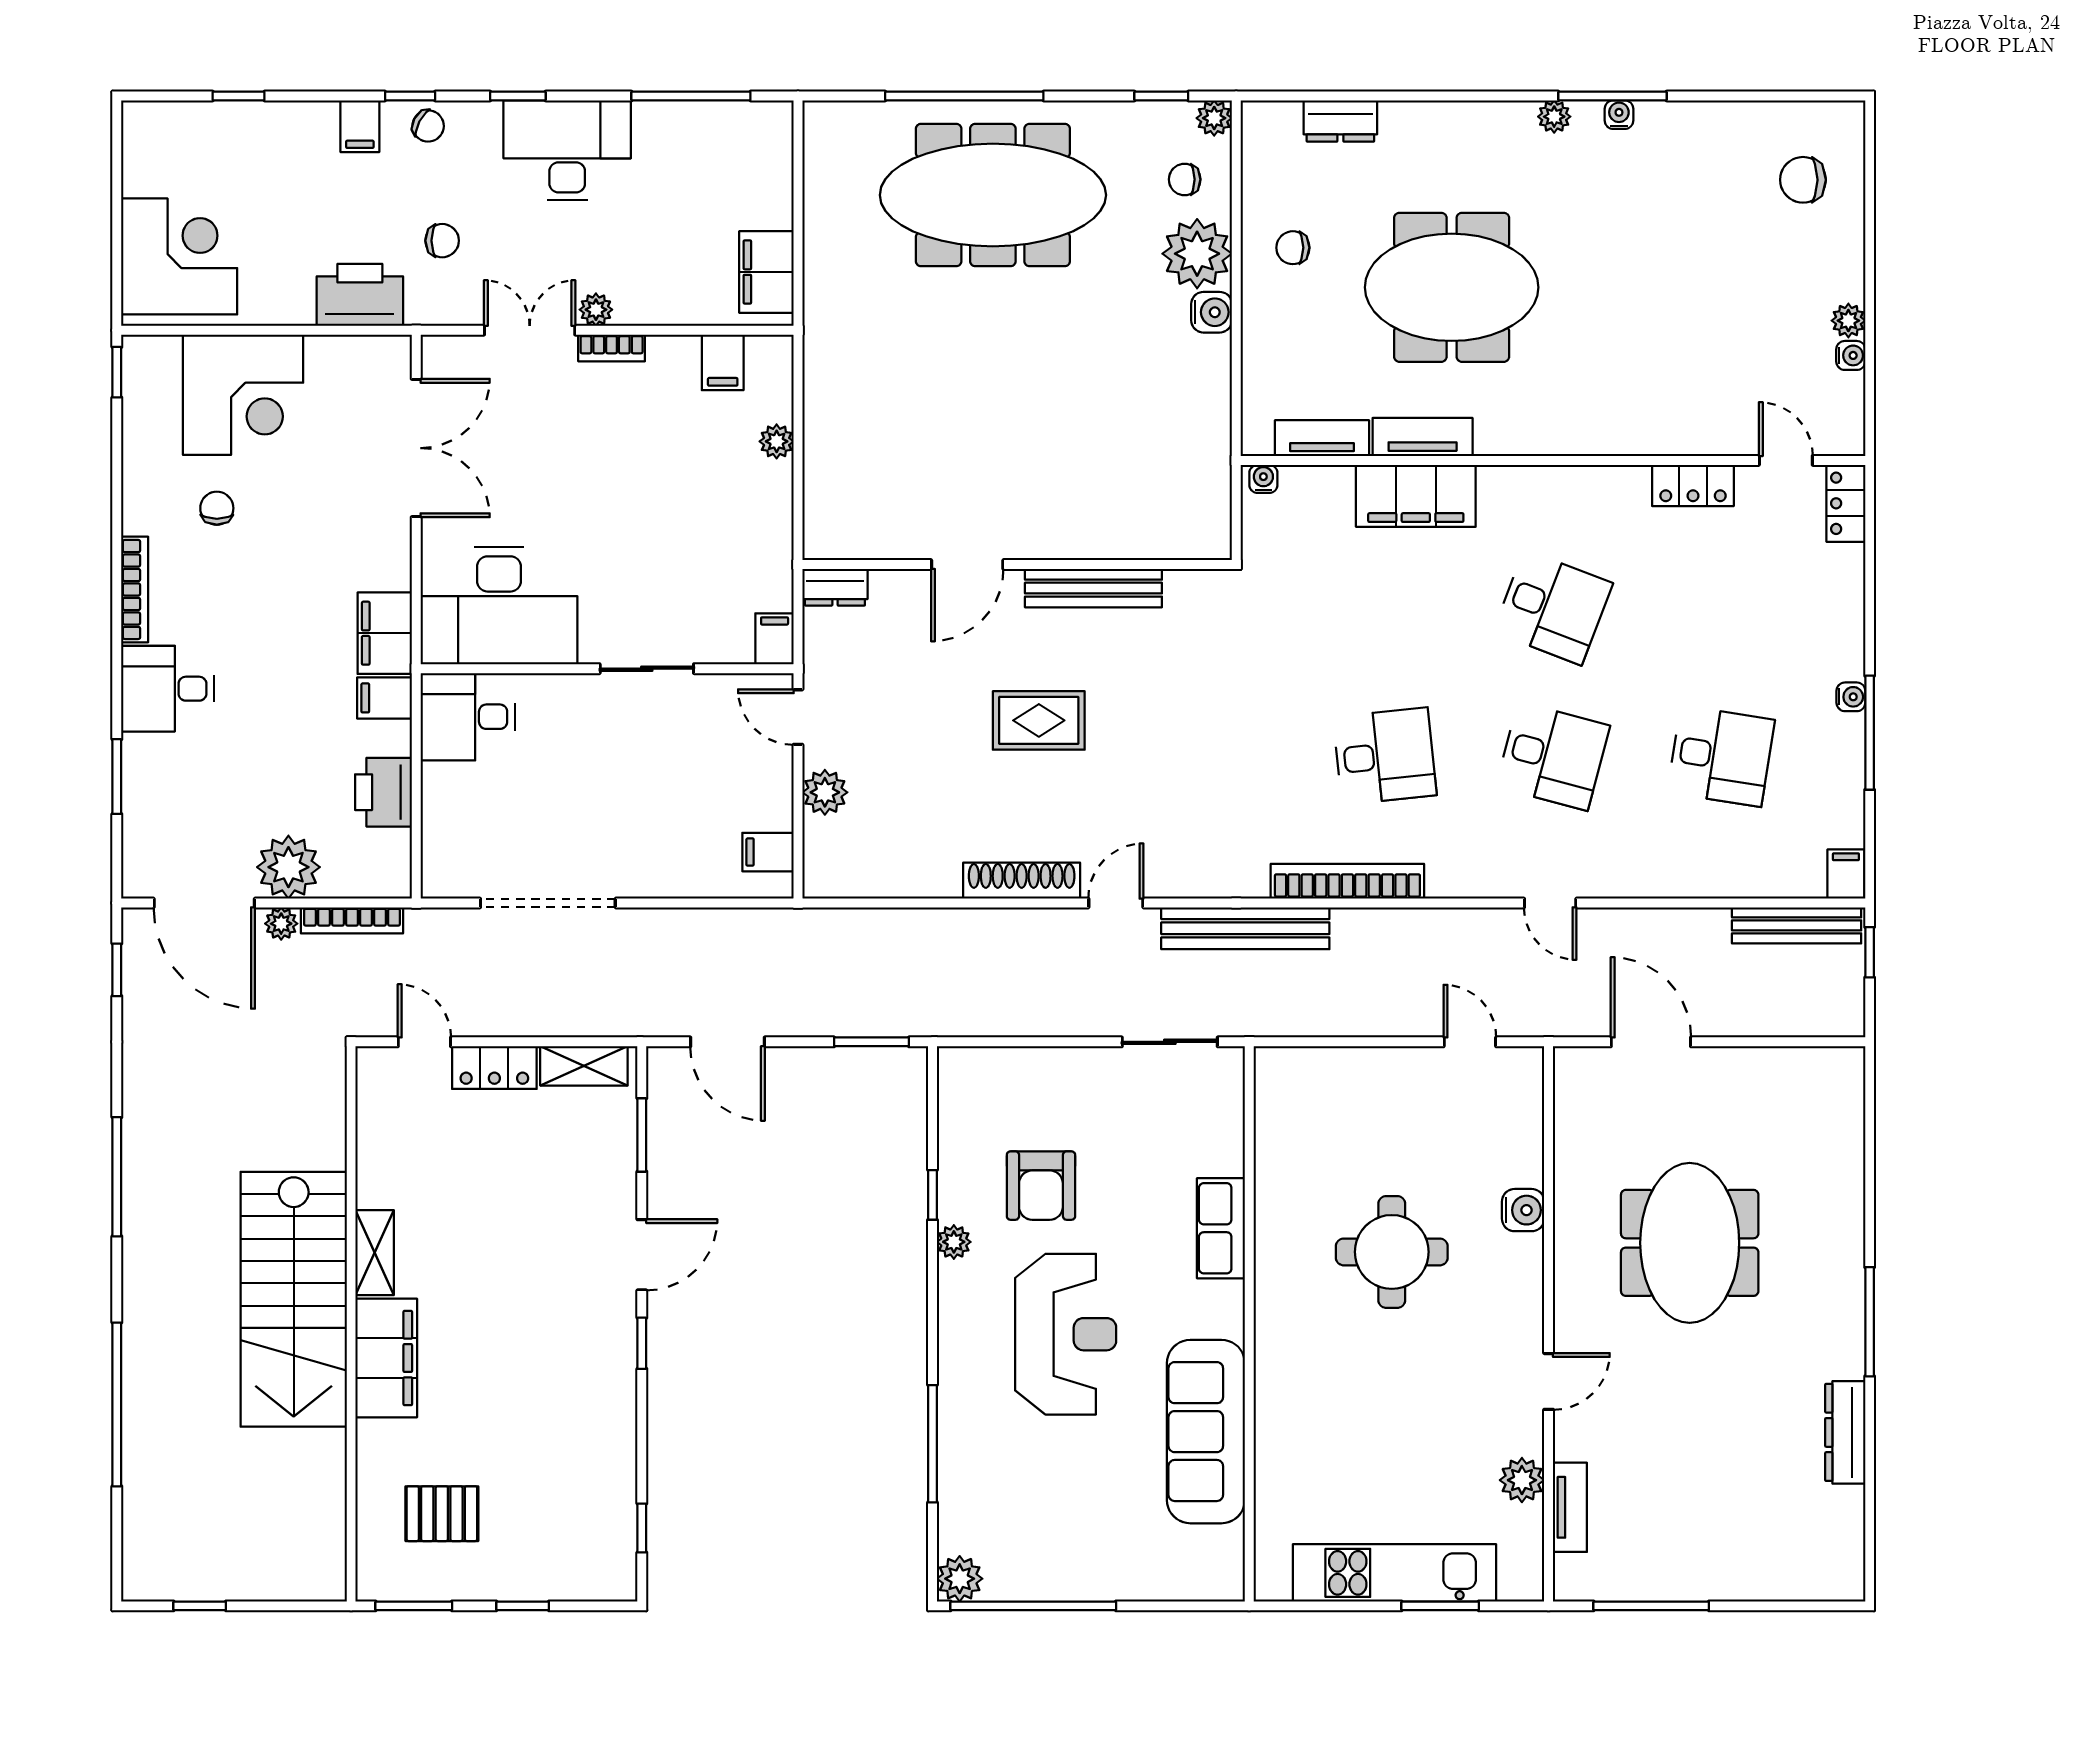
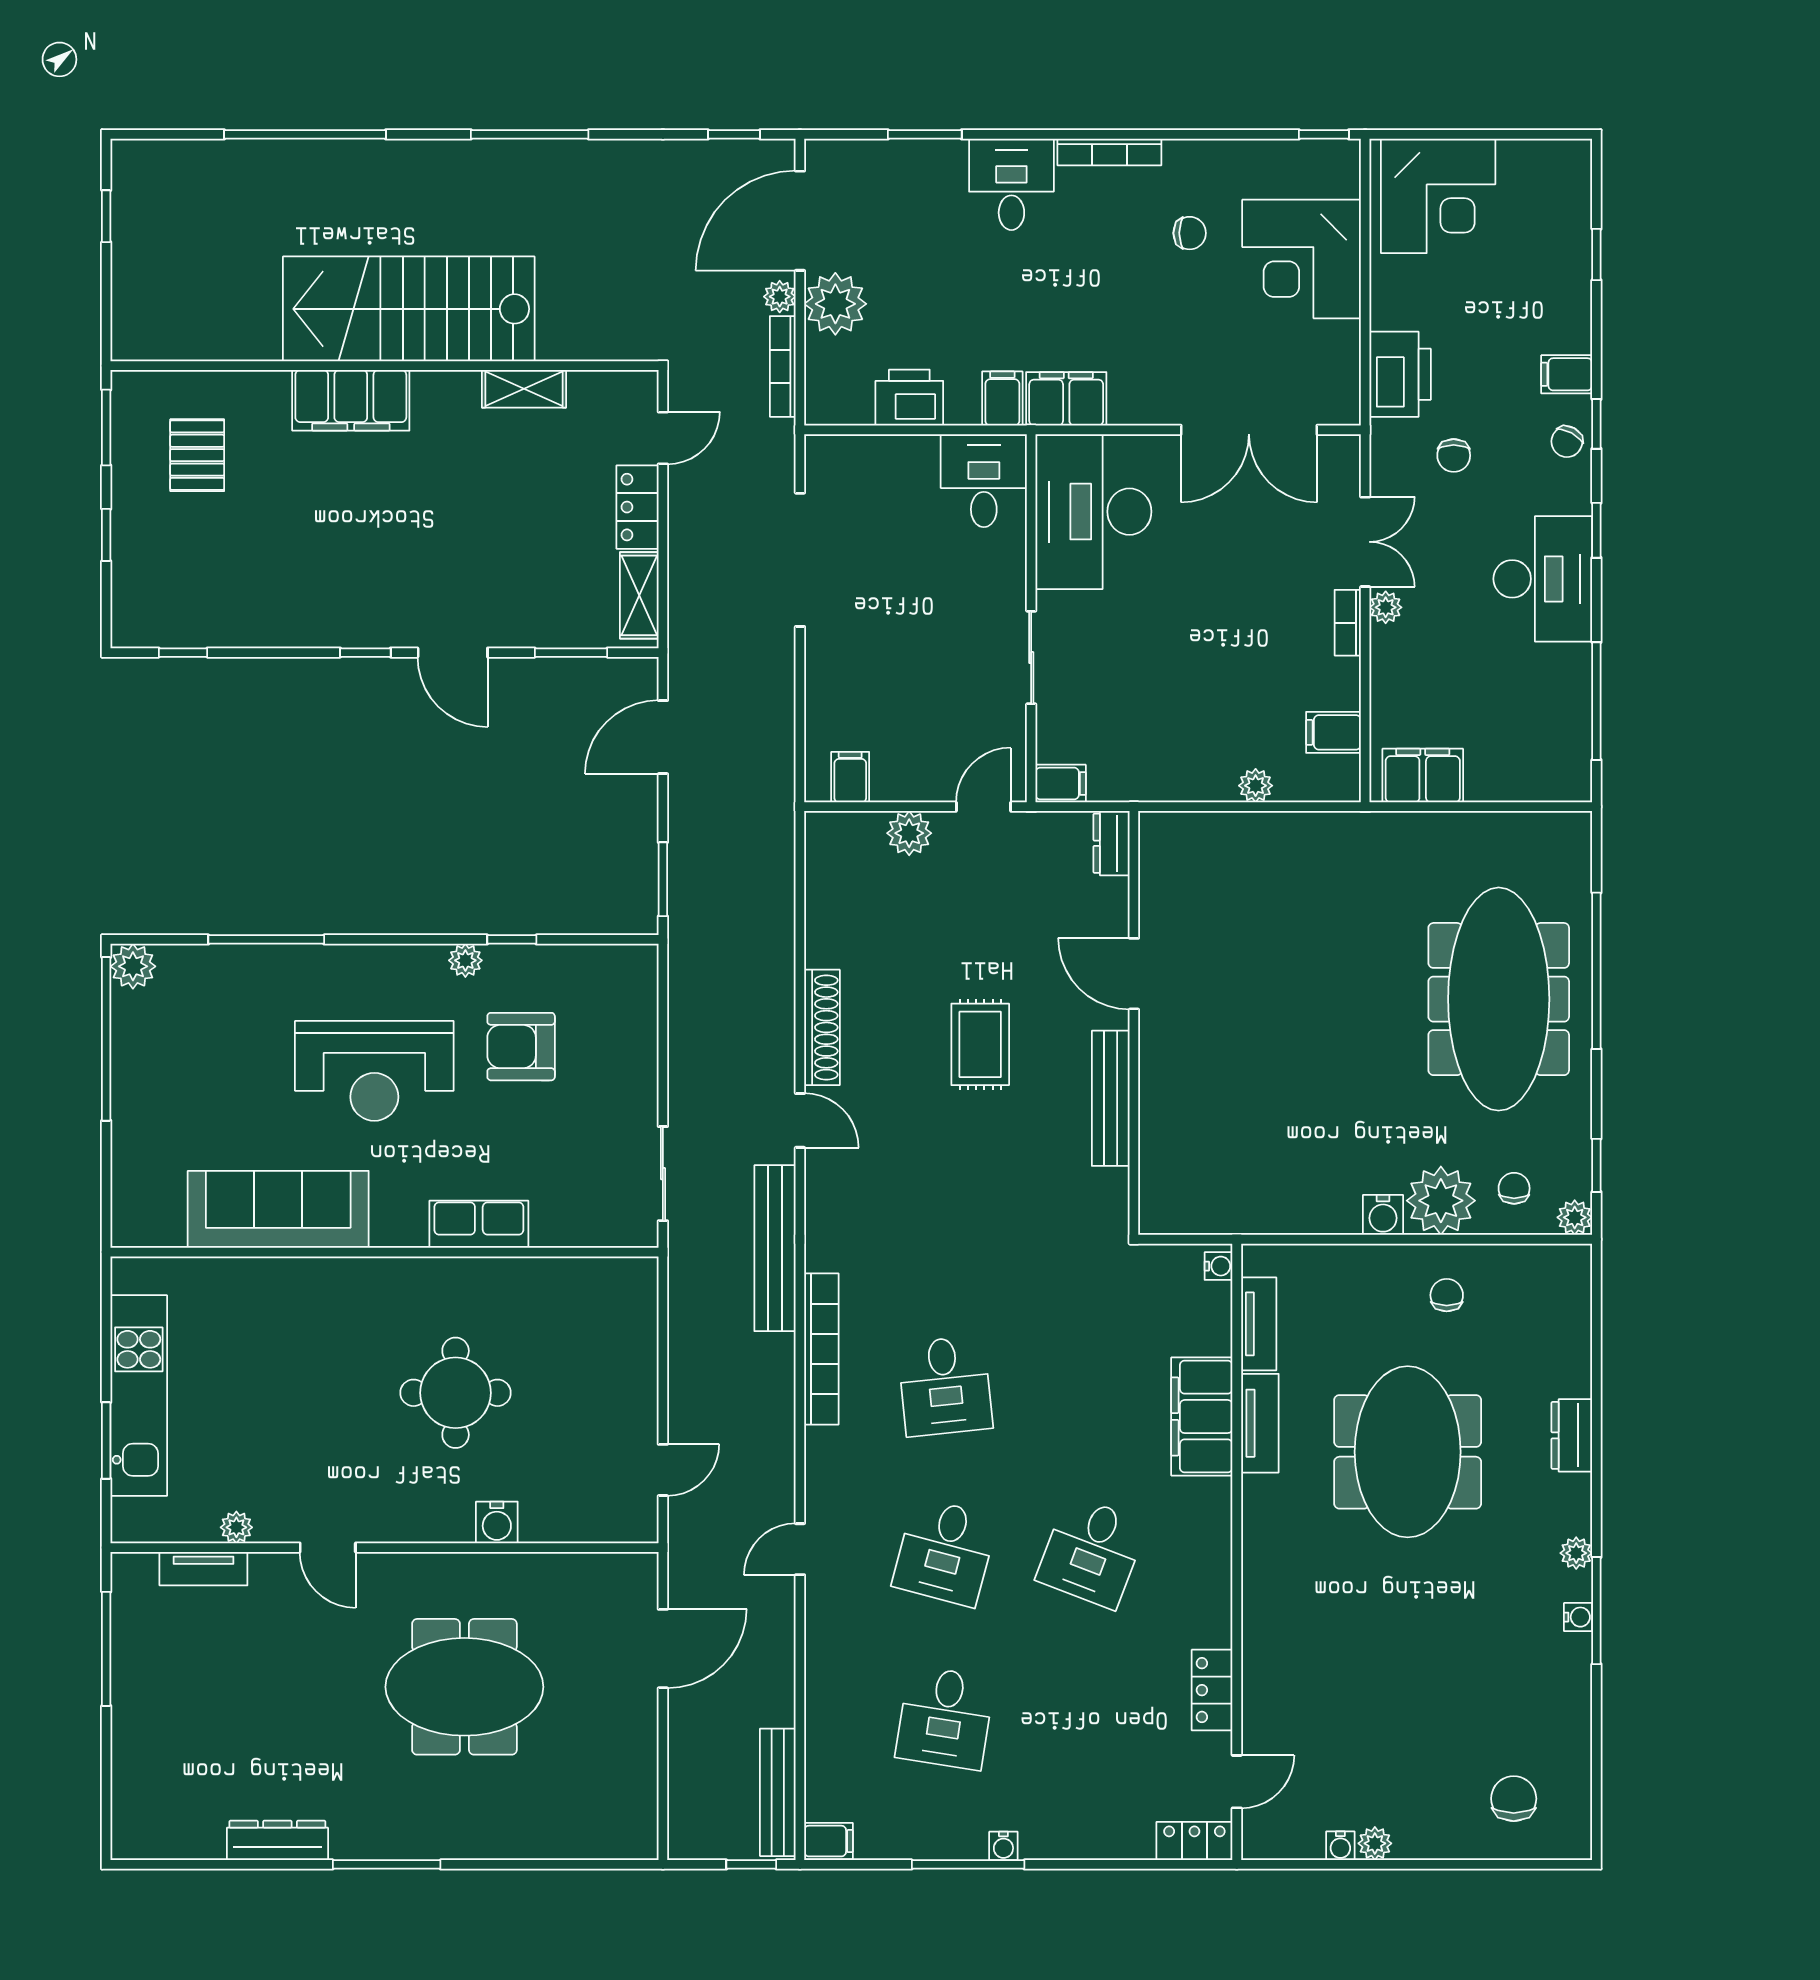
dresser: (1340, 121) -> (1572, 1435), moved
shelving: (375, 1253) -> (524, 389), moved
plant: (1522, 1480) -> (236, 1527), width x0.73, depth x0.73

